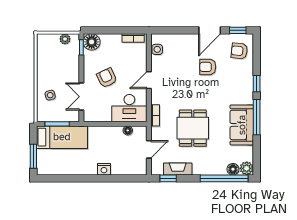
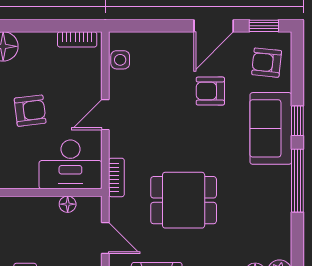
armchair: (107, 78) -> (30, 111), turned 108
sofa: (242, 125) -> (271, 128), moved
dining table: (193, 128) -> (184, 200), turned 90
door: (149, 149) -> (105, 238), hinge flipped

